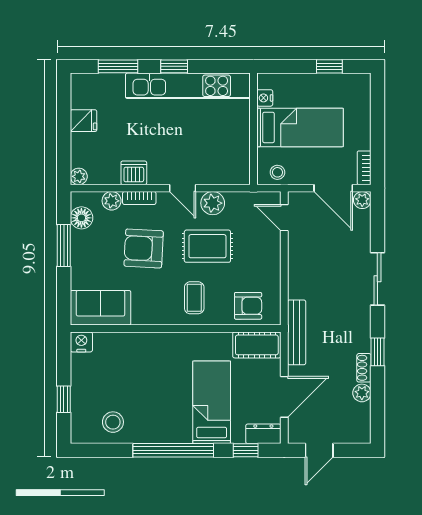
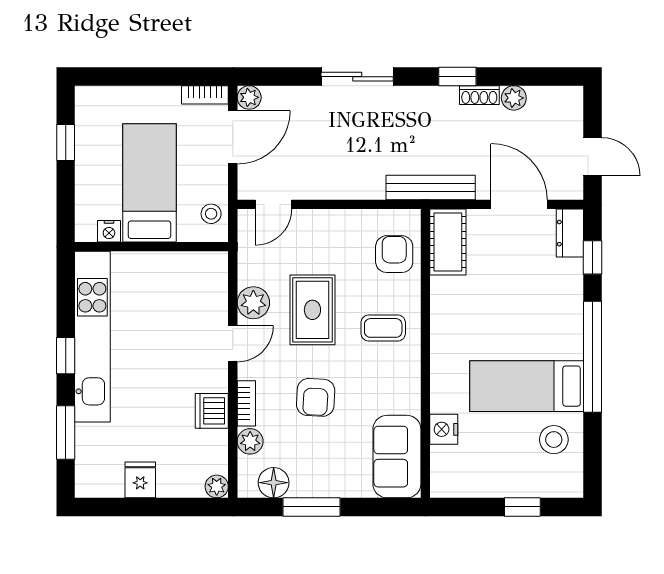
armchair: (144, 248) -> (316, 397), width x0.72, depth x0.72
nightstand: (81, 342) -> (444, 429), moved
bed: (212, 402) -> (527, 386), moved

